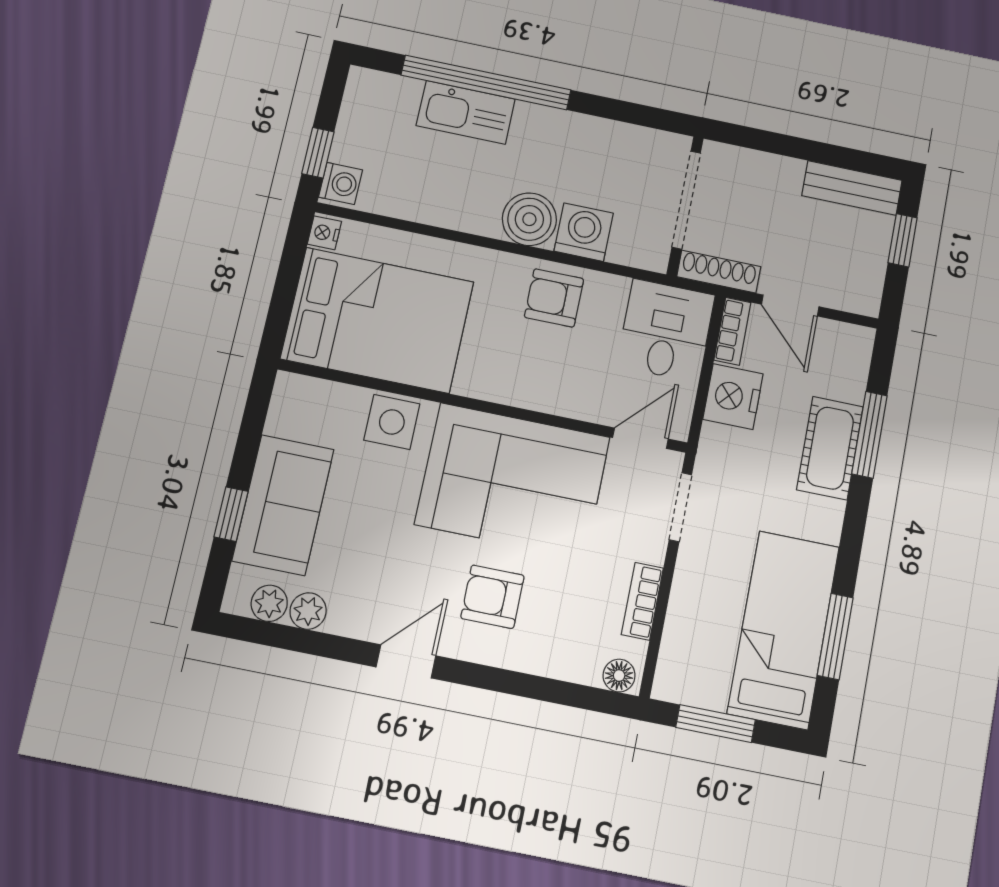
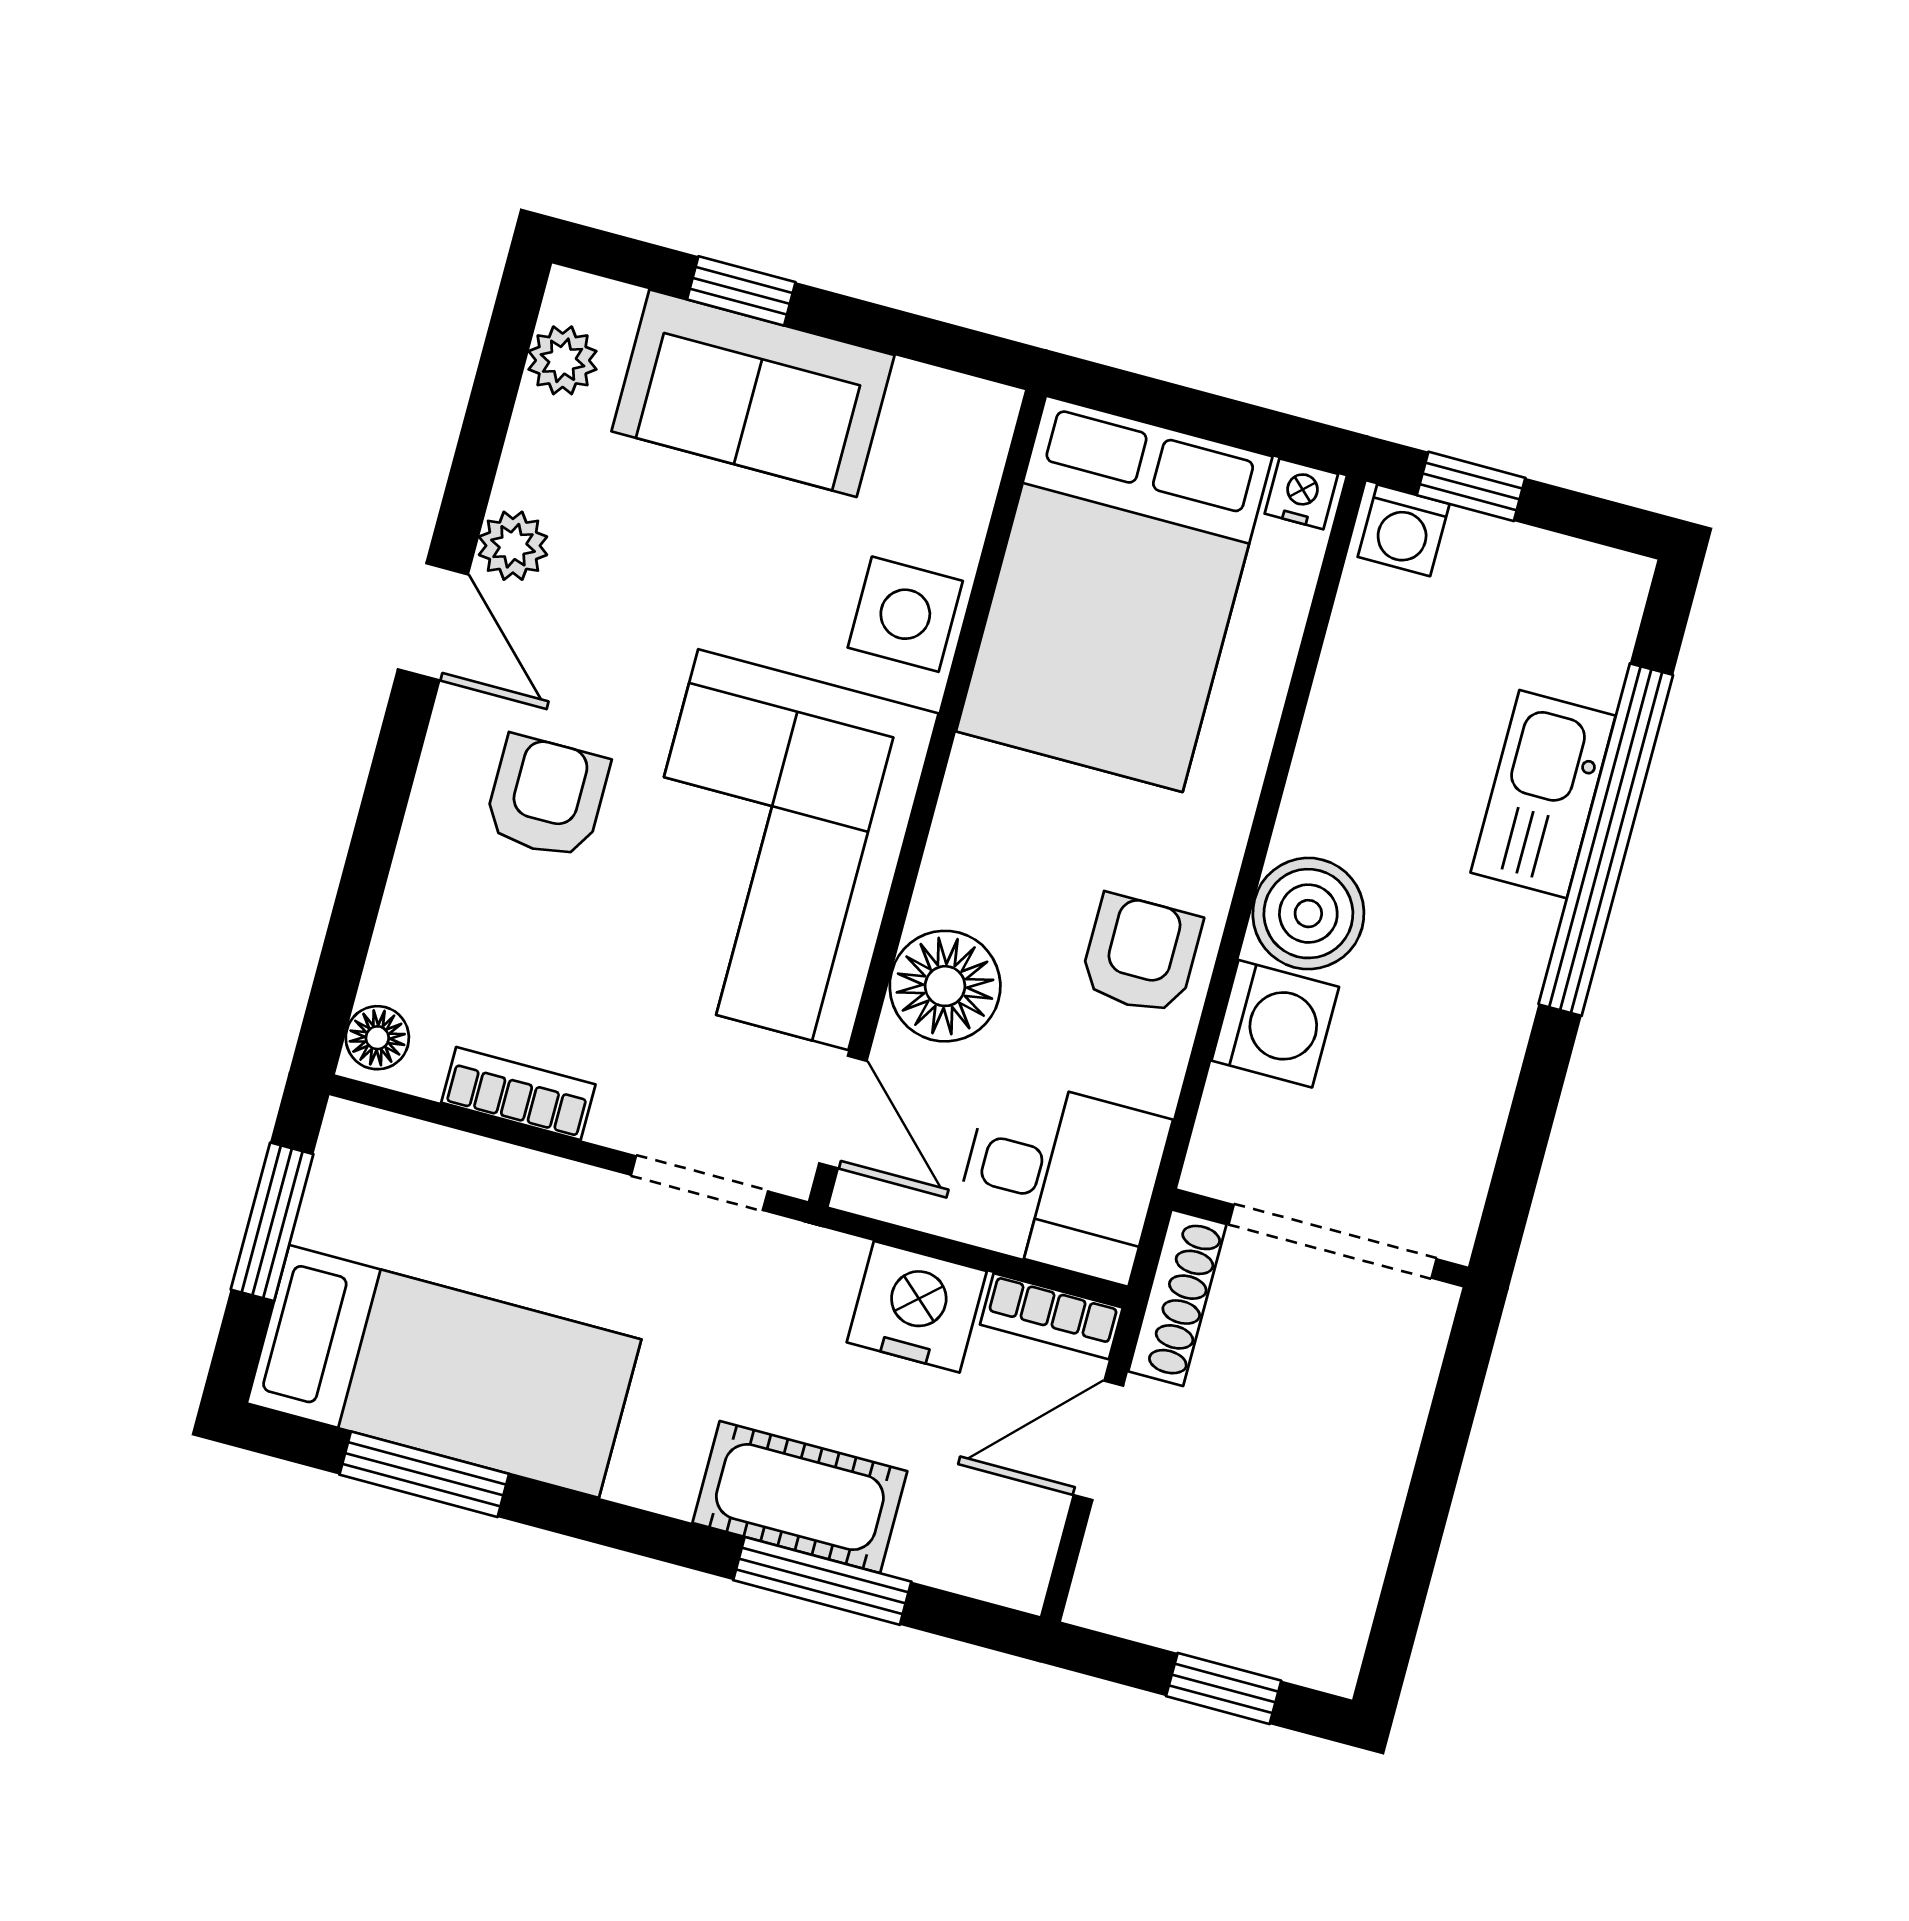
bench: (852, 188) -> (1341, 1592), removed
floor lamp: (575, 392) -> (945, 986), added
plant: (308, 611) -> (513, 546), moved

